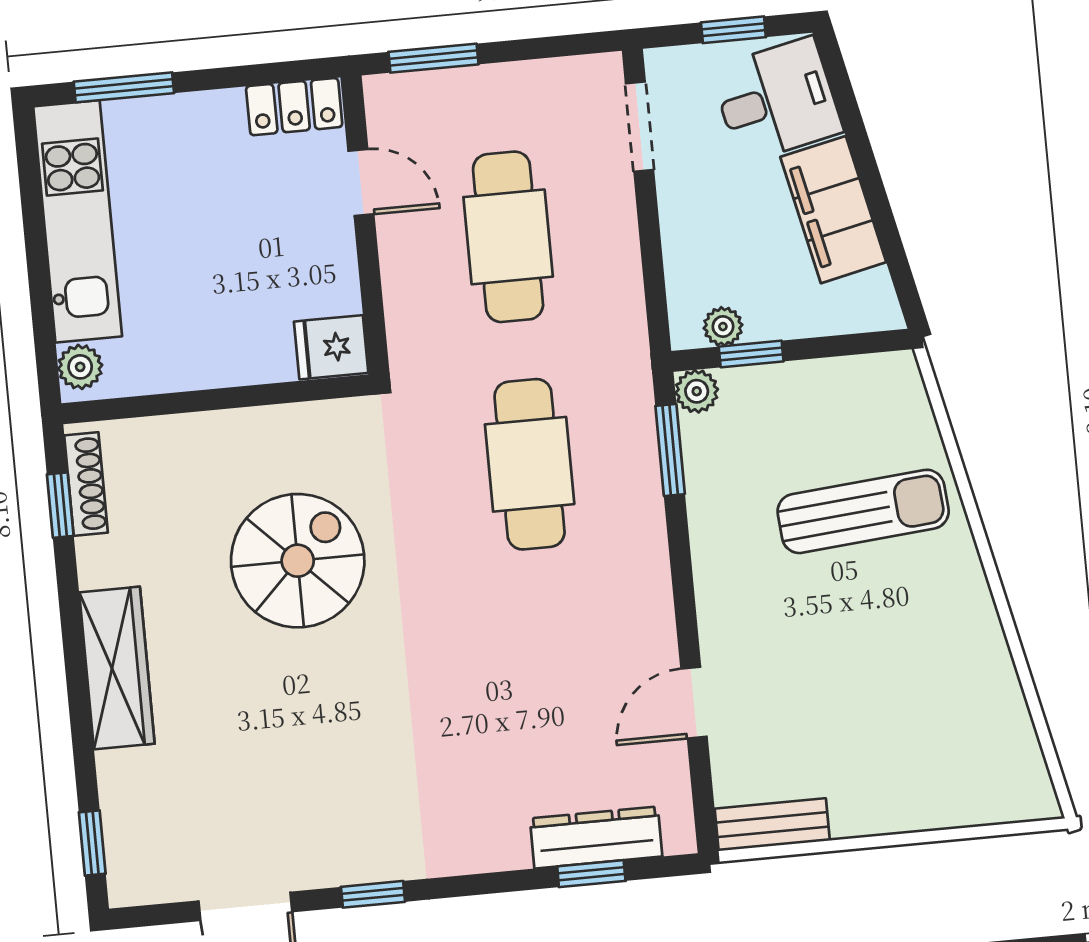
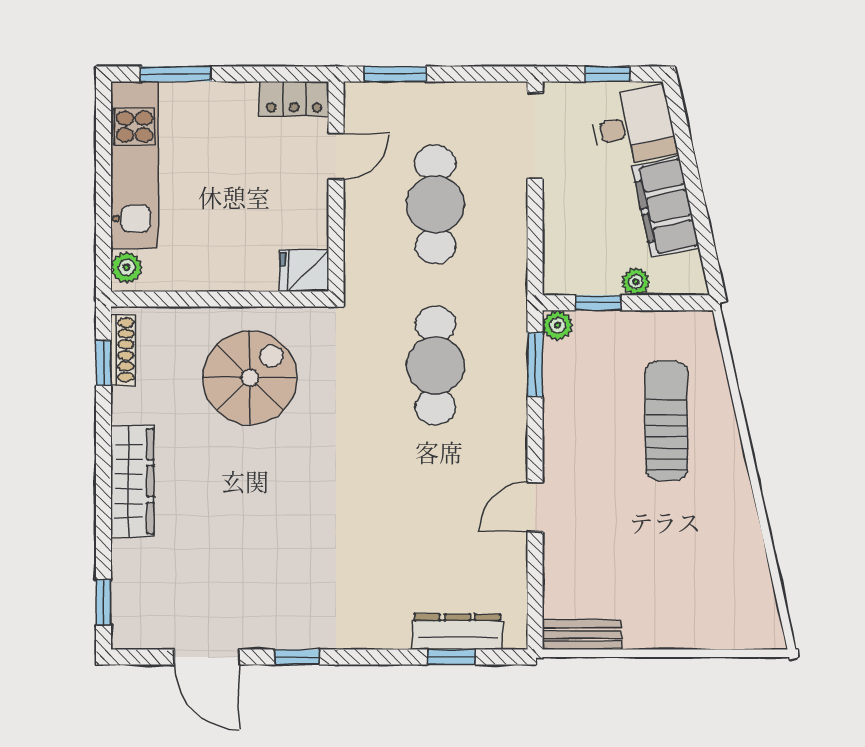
doorway: (640, 127) -> (535, 136), width x1.38
door: (361, 183) -> (336, 157), hinge flipped
plant: (723, 327) -> (636, 282), moved
sun lounger: (863, 511) -> (666, 421), turned -85
spiral stairs: (298, 561) -> (250, 378), moved
door: (694, 703) -> (535, 507), moved

